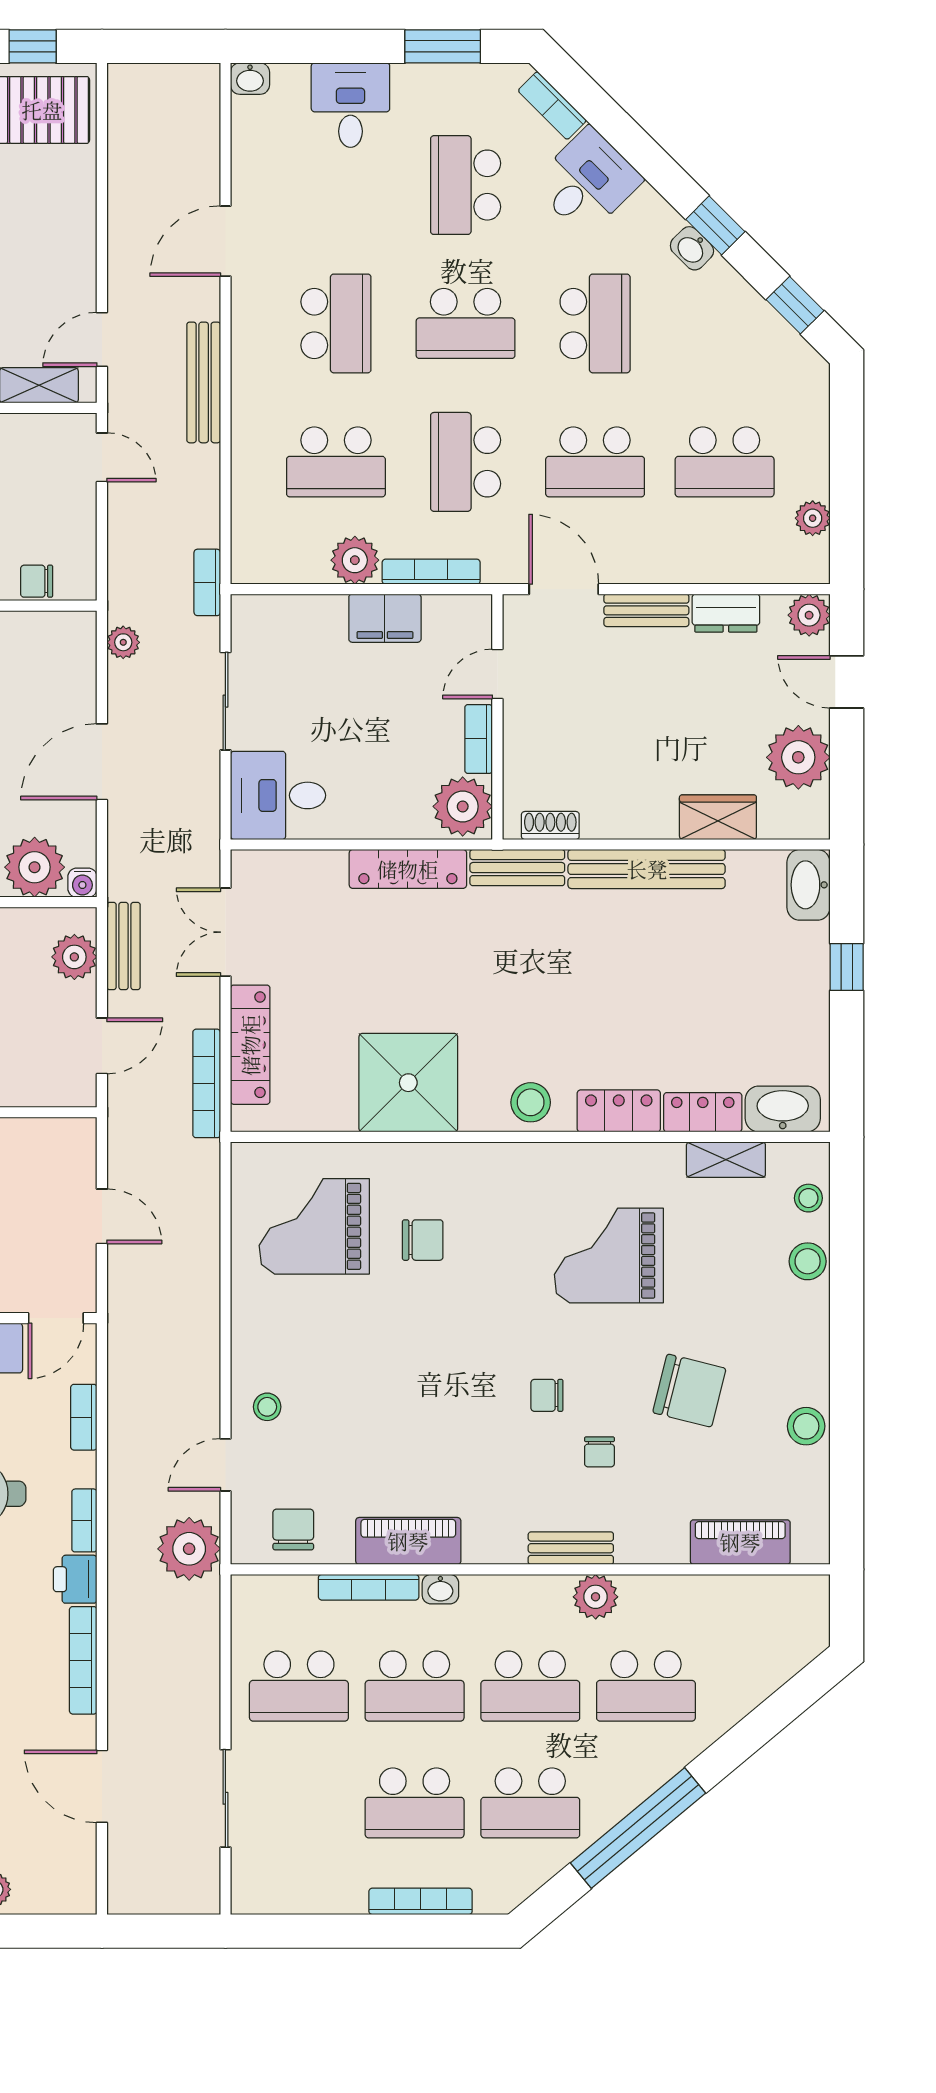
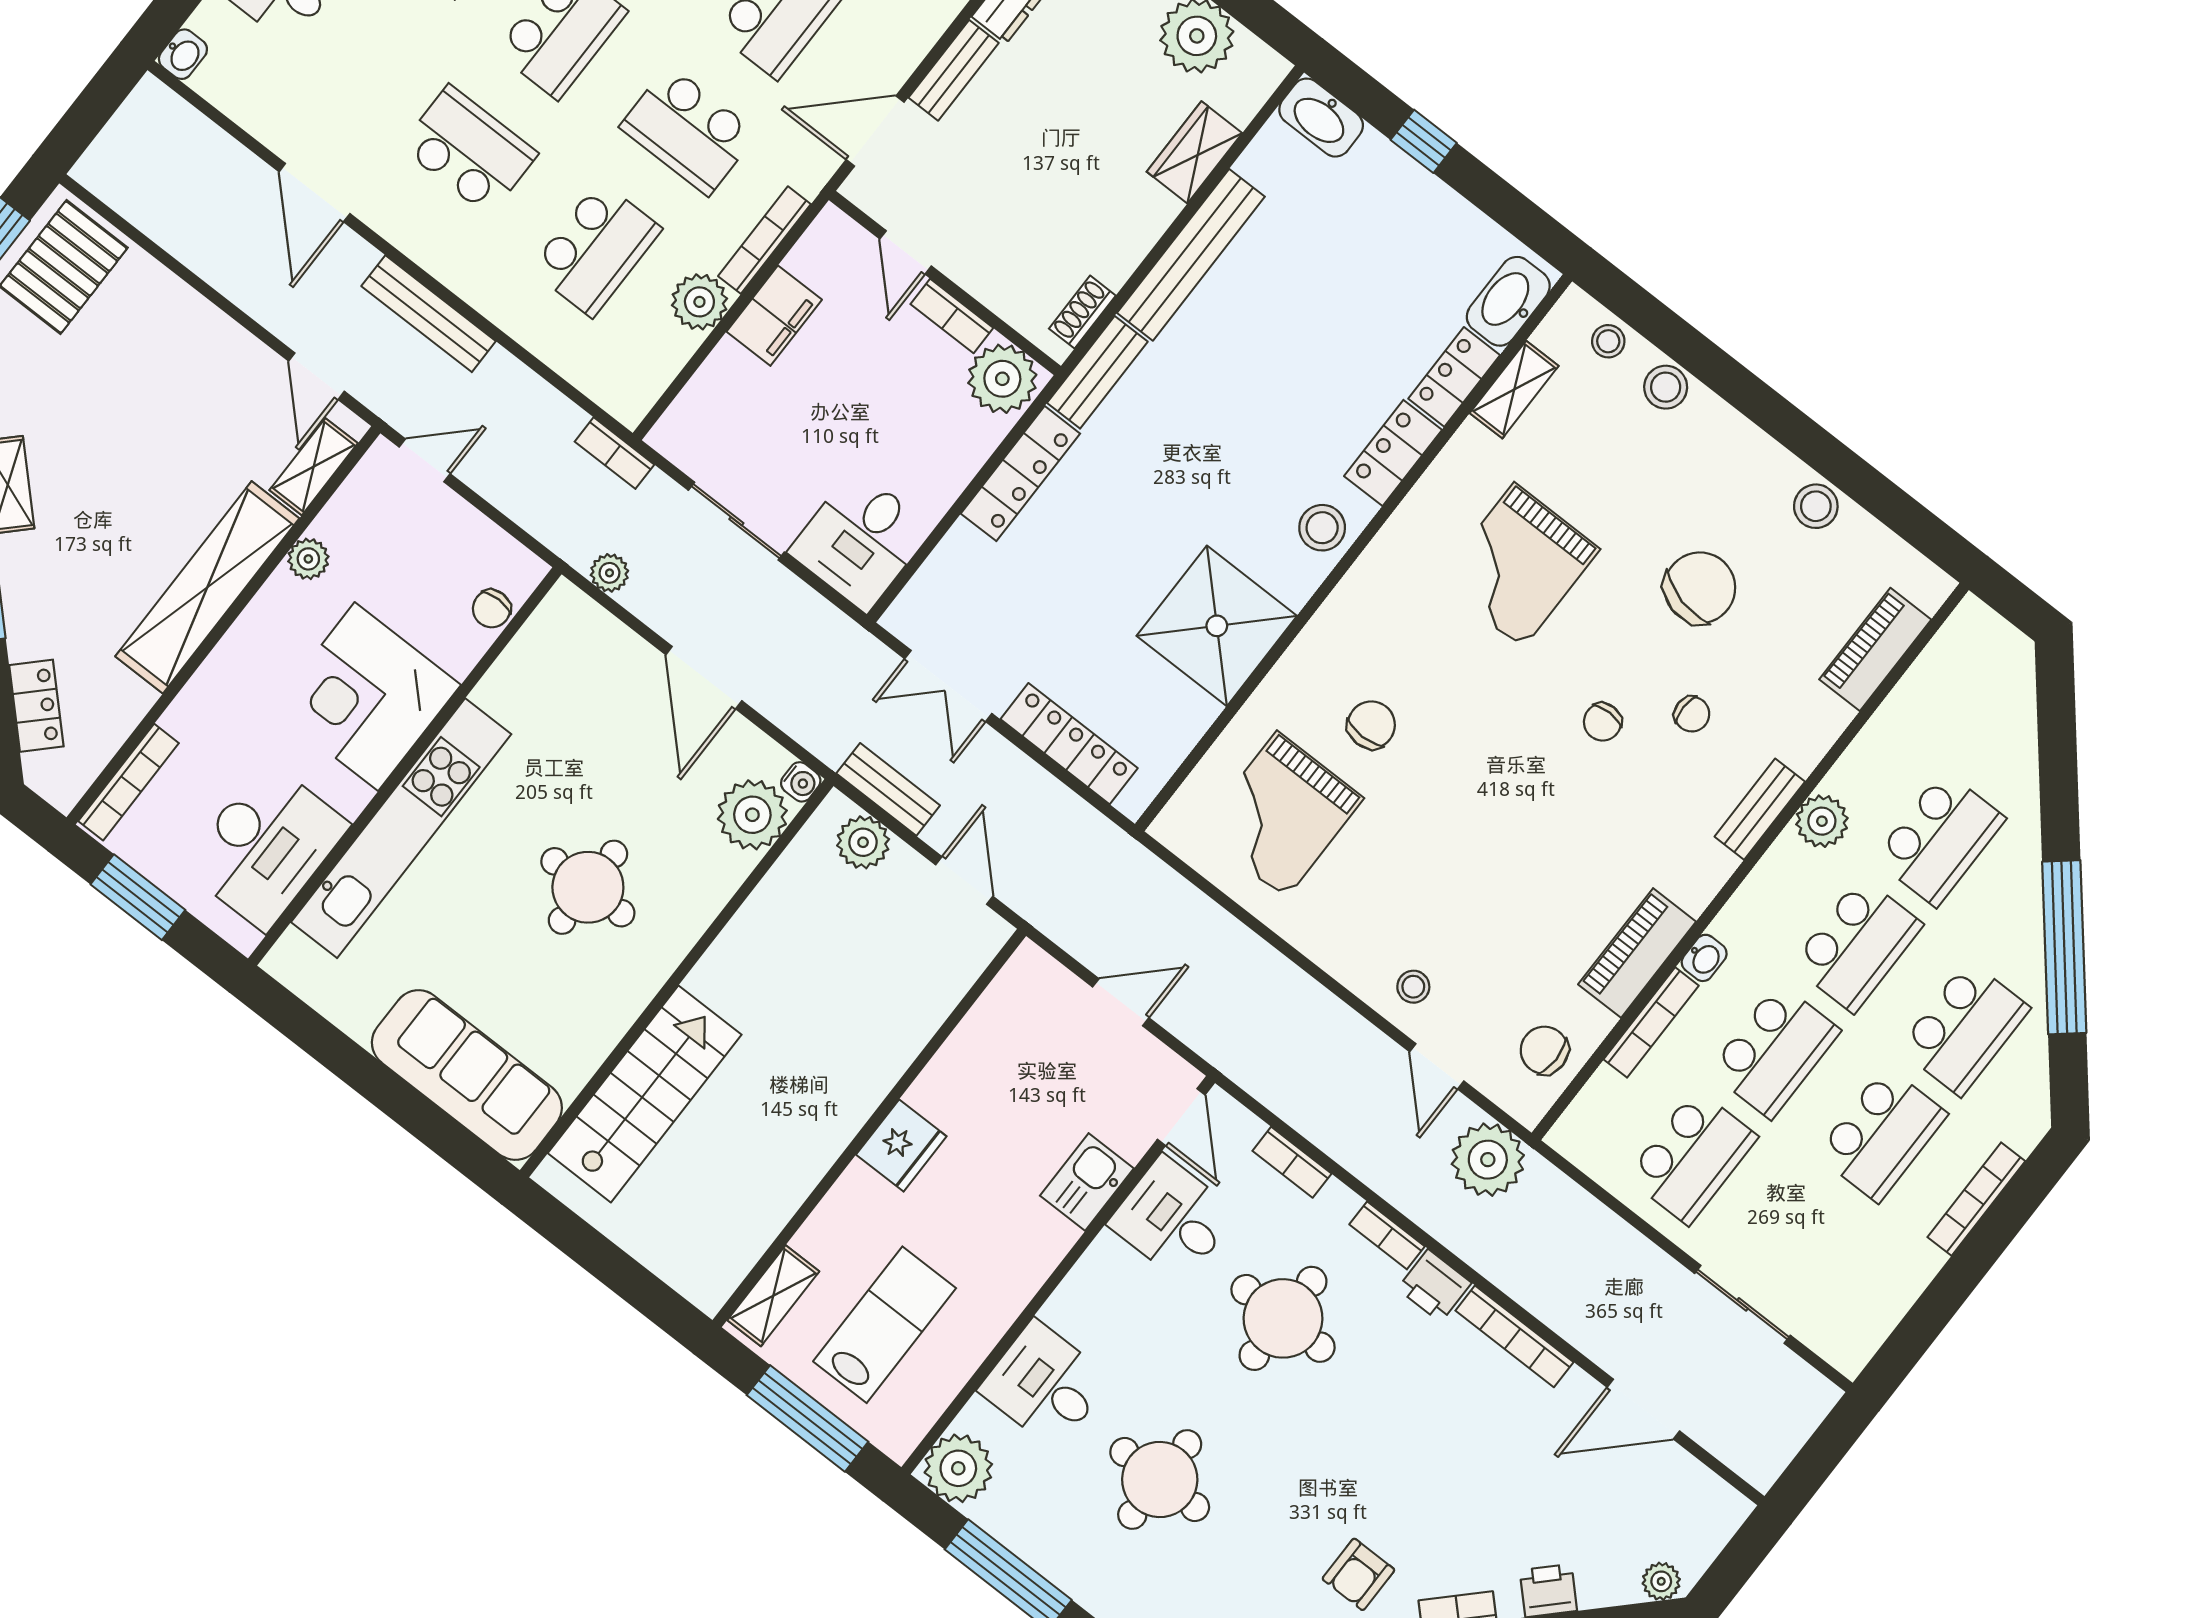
bookcase: (207, 1083) -> (1074, 811), removed

